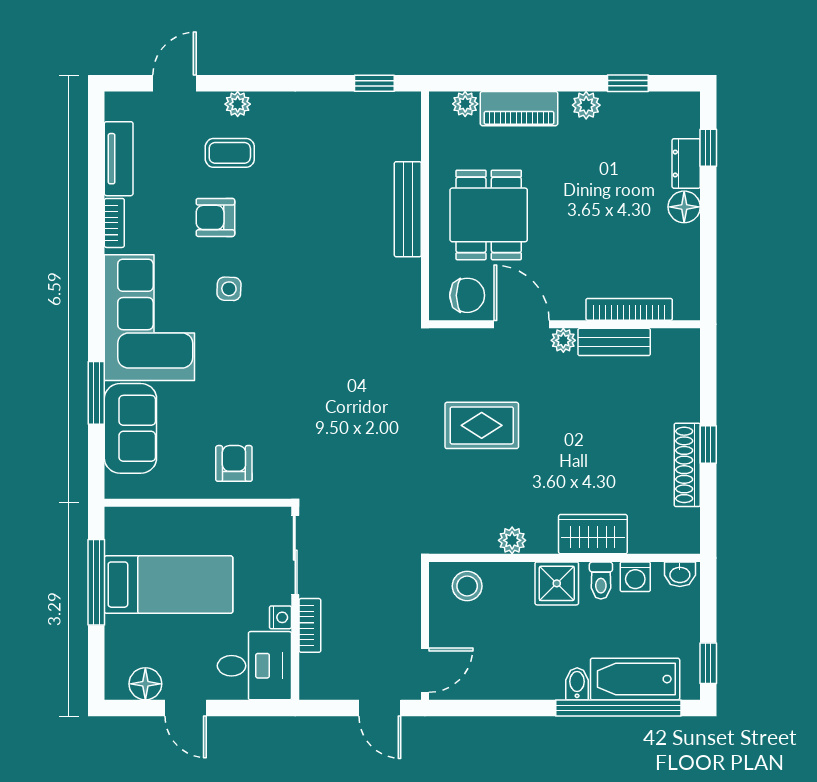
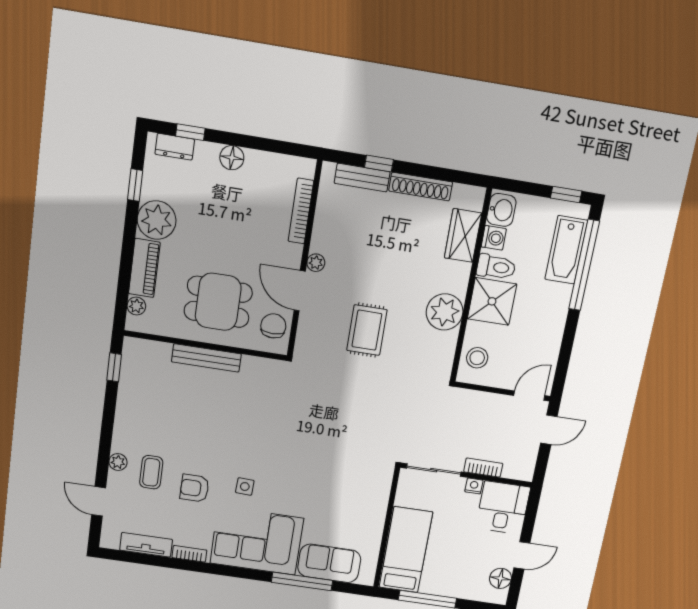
plant: (586, 105) -> (157, 220), width x1.88, depth x1.88
dresser: (686, 163) -> (175, 147), moved
armchair: (215, 217) -> (195, 488), turned 90
door: (522, 324) -> (300, 291), hinge flipped
bench: (614, 342) -> (362, 178), moved, turned 90
window: (96, 393) -> (302, 581), width x1.44
window: (708, 445) -> (379, 163), moved
armchair: (234, 463) -> (364, 501), removed
wardrobe: (593, 534) -> (463, 235), moved
plant: (512, 540) -> (445, 312), width x1.88, depth x1.88
washbasin: (680, 574) -> (501, 210), width x1.38, depth x1.45
toilet: (601, 580) -> (496, 267), width x1.37, depth x1.39
shower: (557, 583) -> (492, 301), width x1.36, depth x1.36
bed: (169, 585) -> (406, 550), moved
door: (425, 670) -> (529, 396), hinge flipped
bidet: (577, 684) -> (561, 292), removed

